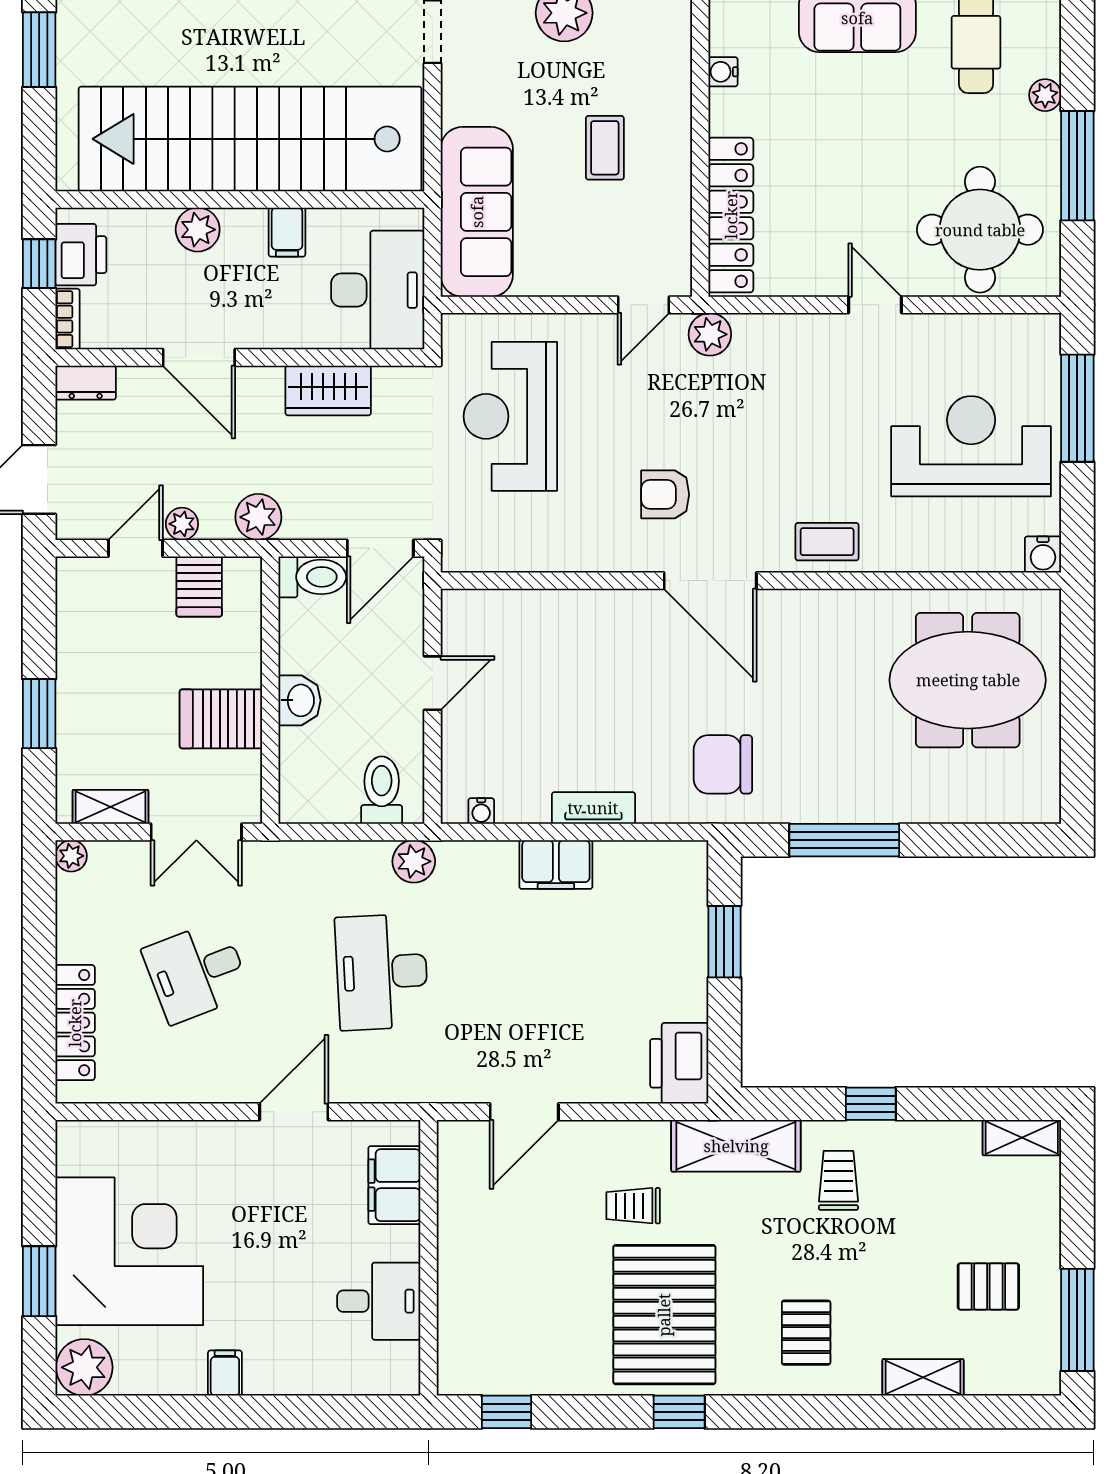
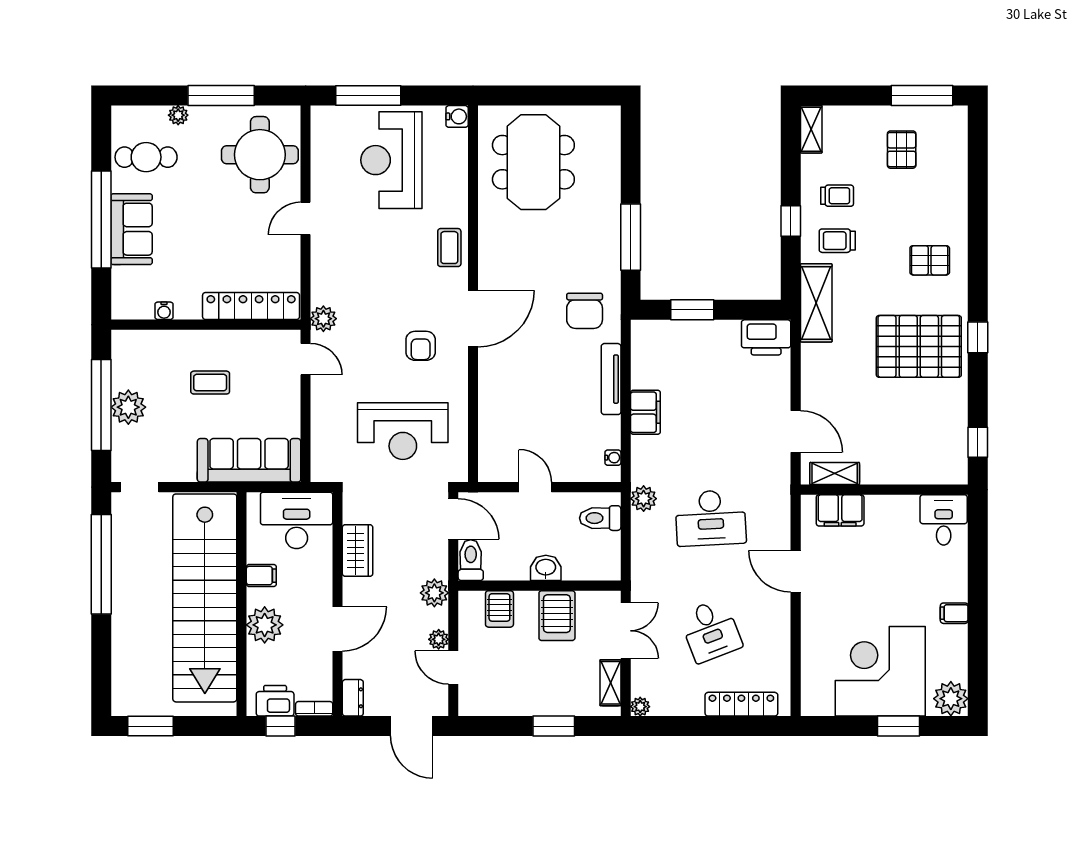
plant: (198, 230) -> (265, 625), width x1.36, depth x1.36
reception desk: (510, 416) -> (403, 431), moved
server rack: (199, 587) -> (499, 609), moved, turned 90
tv unit: (593, 808) -> (611, 379), width x1.41
trolley: (633, 1206) -> (837, 196), moved, turned -90
desk: (379, 1301) -> (944, 520), moved
shelving: (923, 1377) -> (835, 474), moved, turned 90

